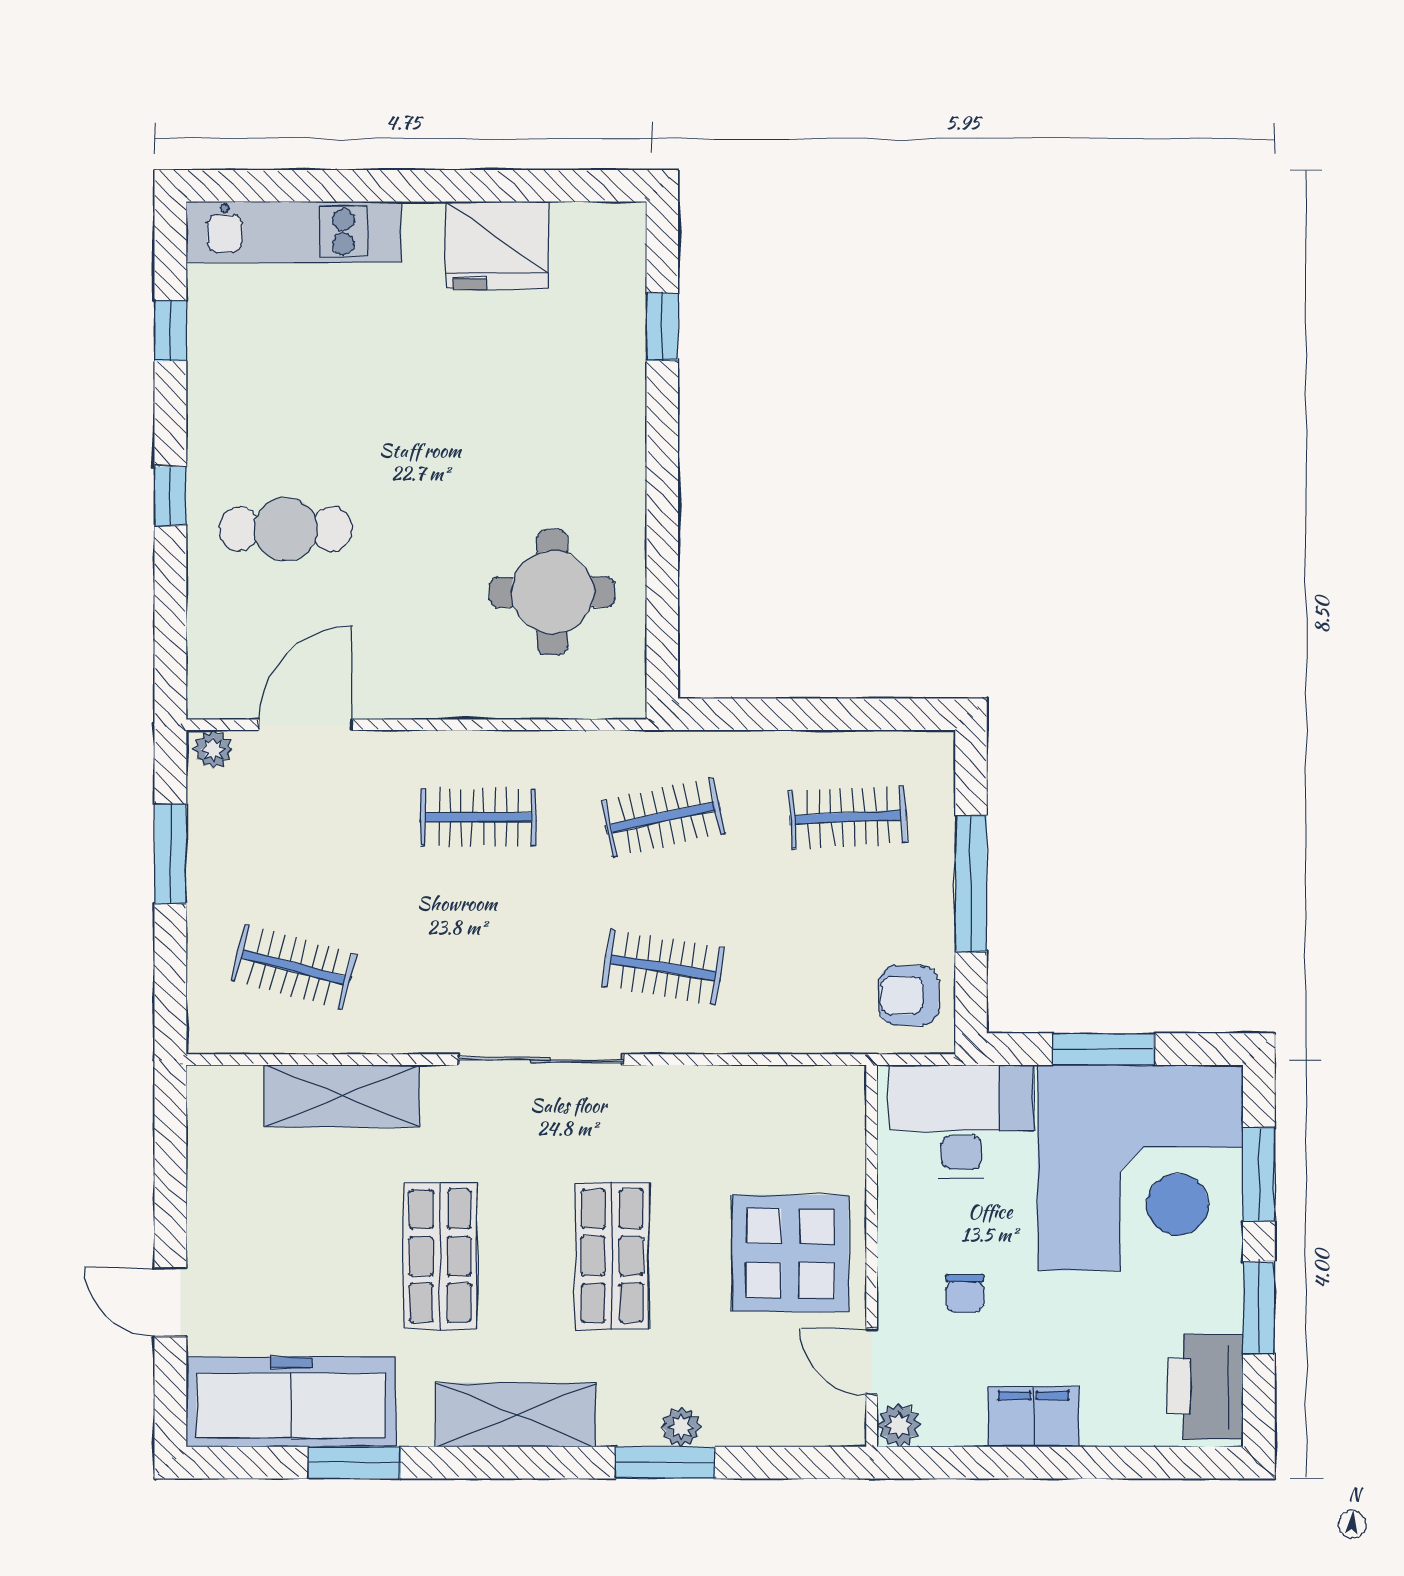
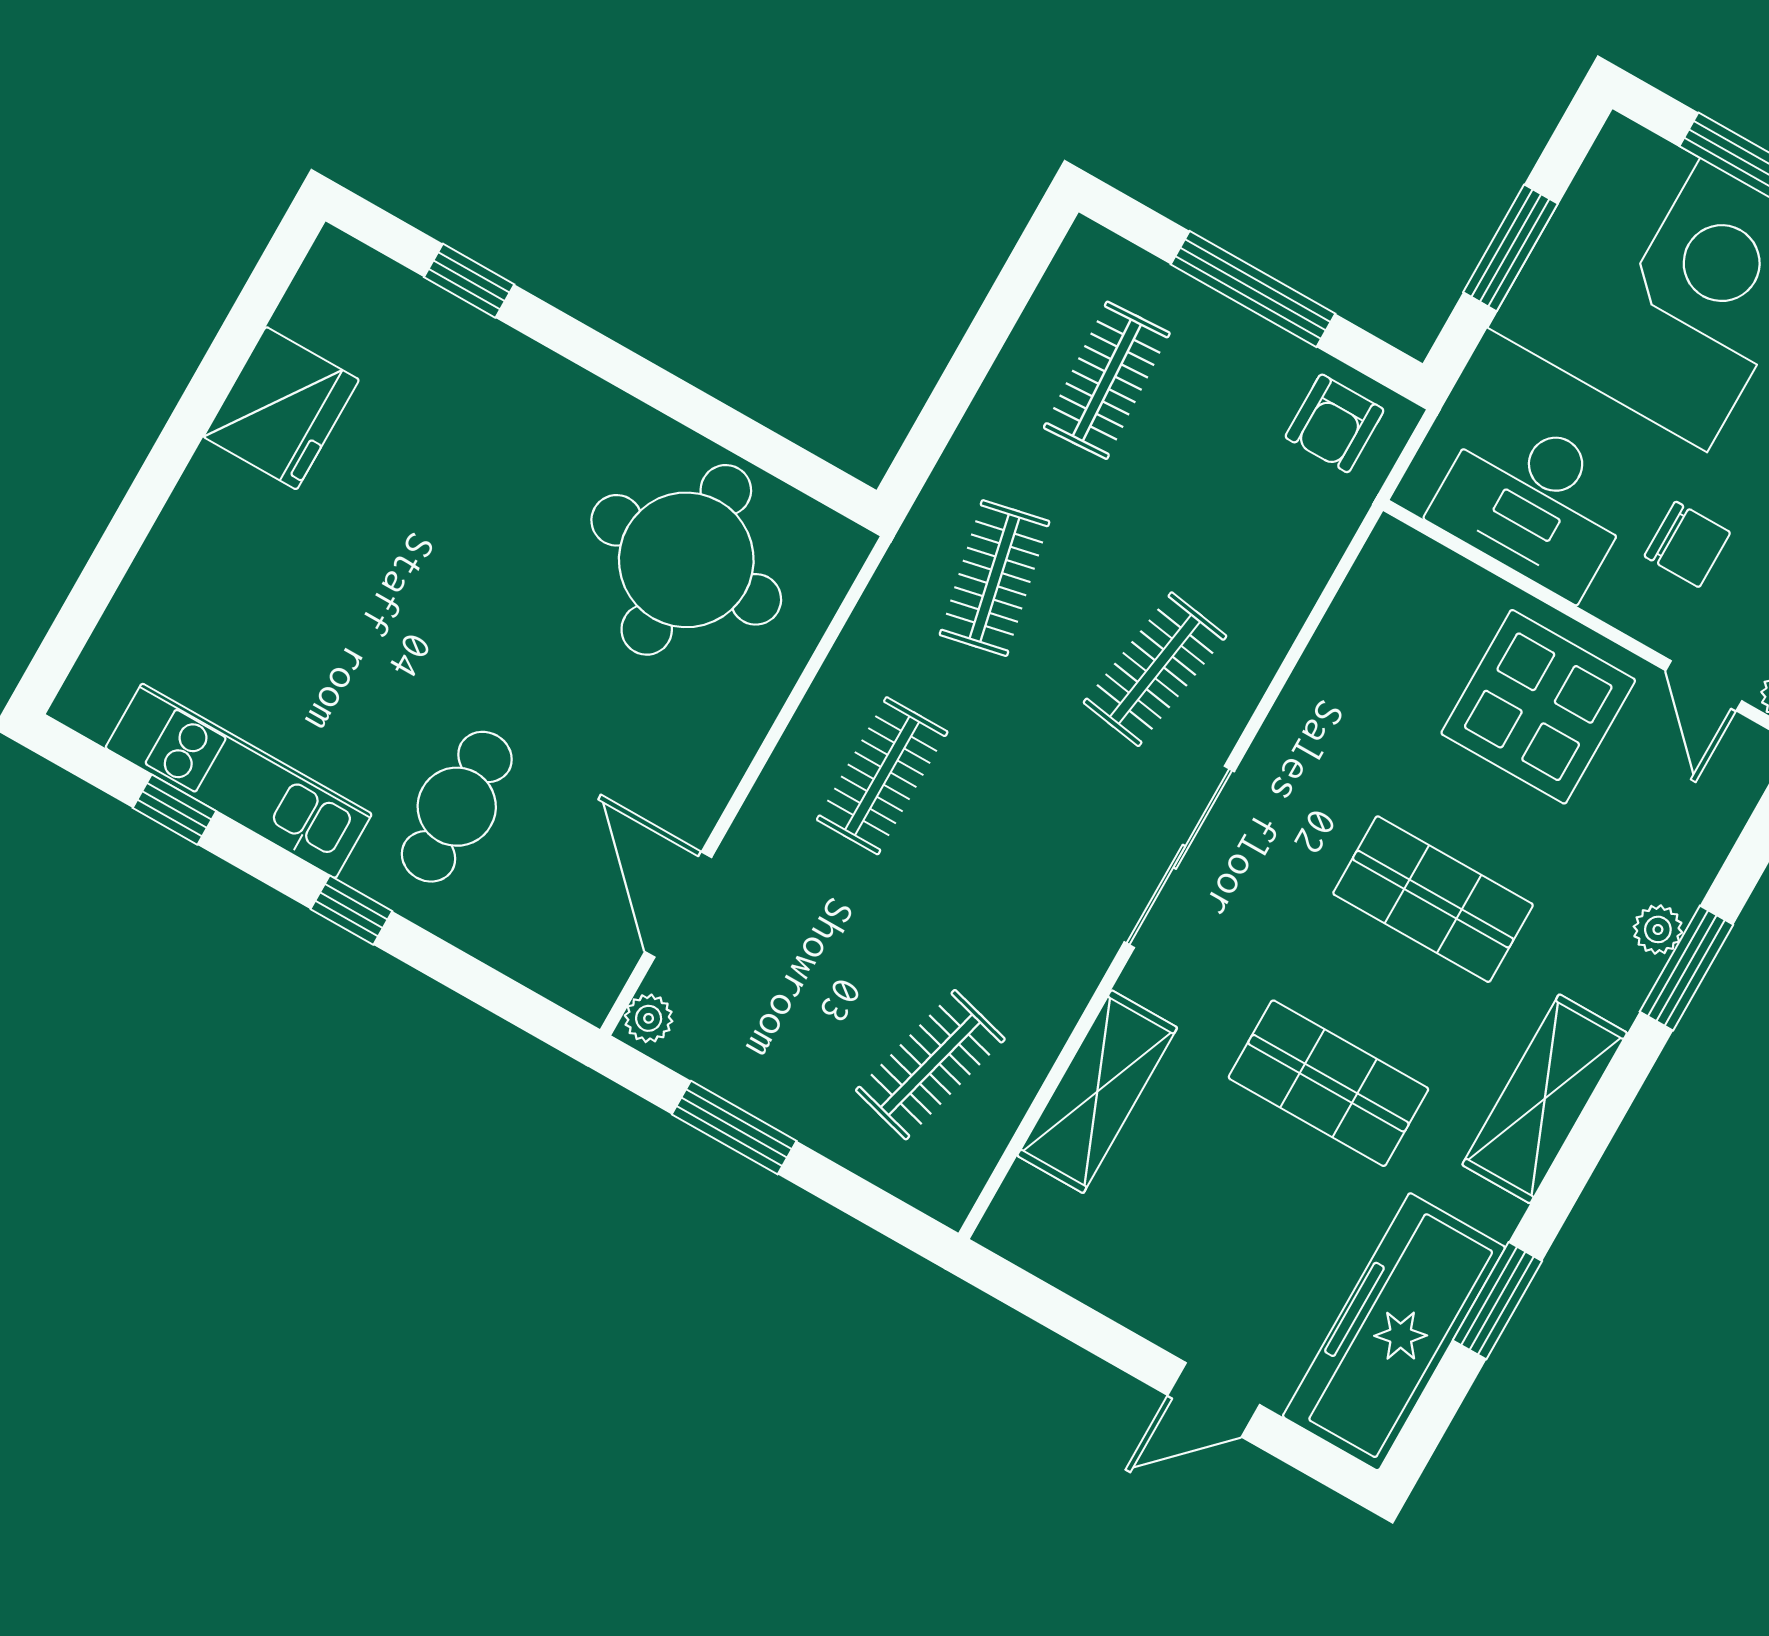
kitchen unit: (294, 232) -> (239, 781), moved, turned -90
round table: (552, 592) -> (686, 560), width x1.36, depth x1.36
desk: (961, 1122) -> (1534, 502), moved, turned -90
chair: (965, 1293) -> (1687, 544), width x1.37, depth x1.37
door: (872, 1362) -> (1704, 686), hinge flipped

